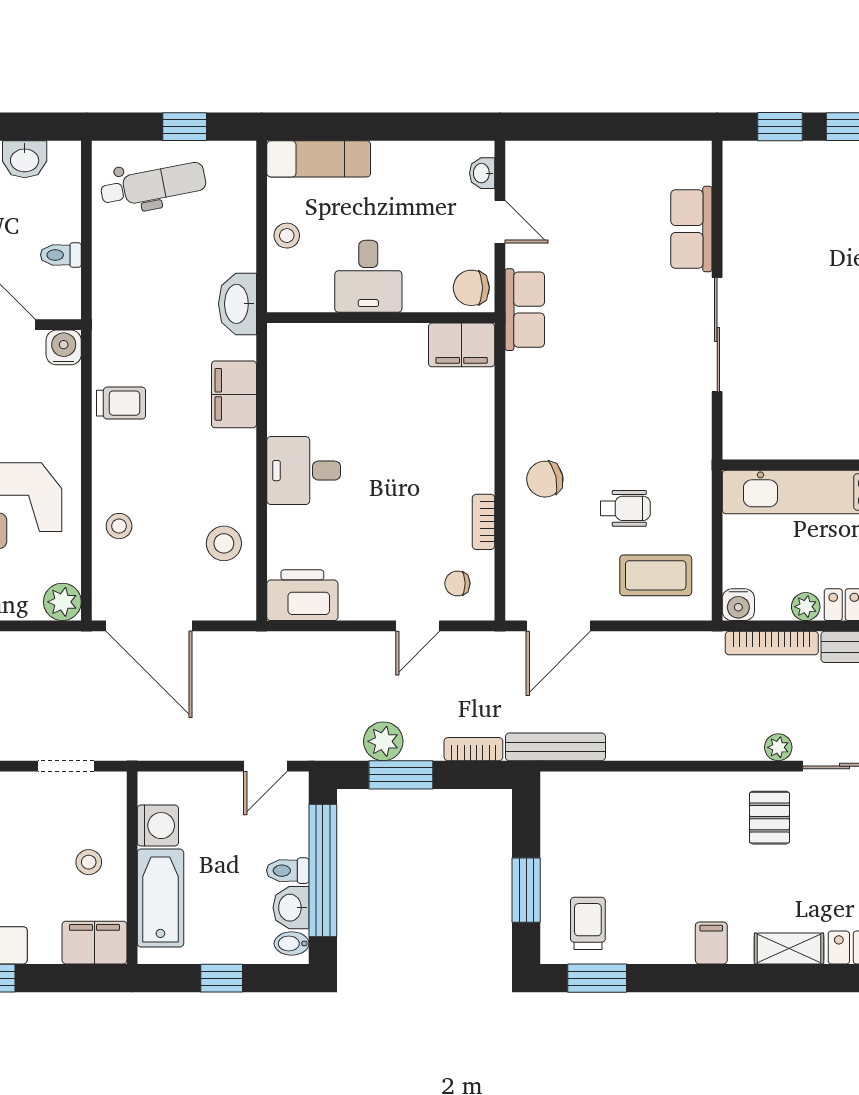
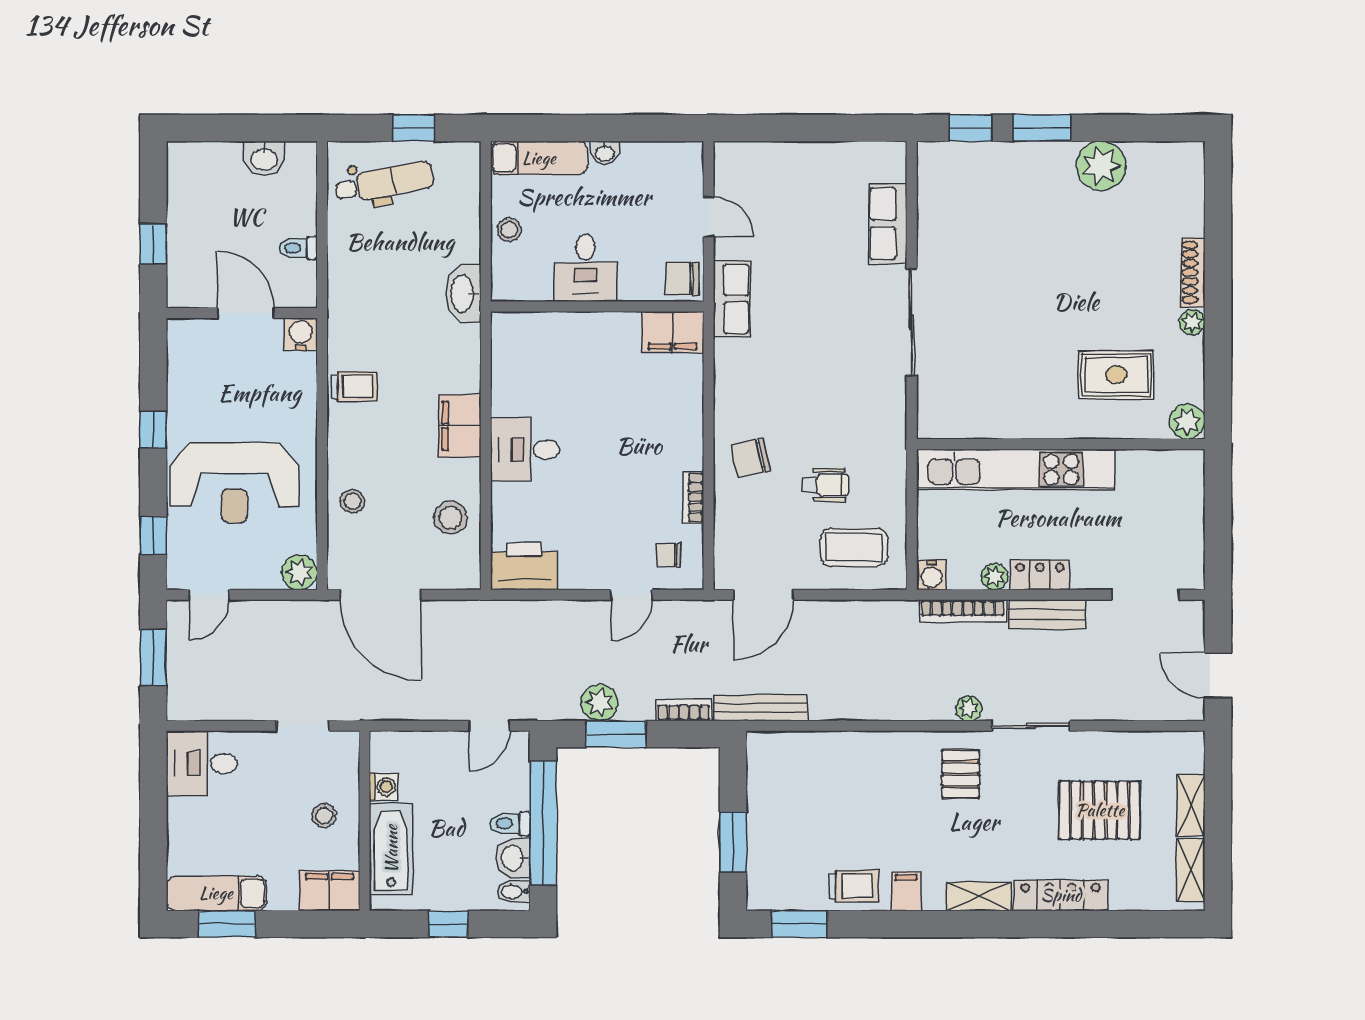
washbasin: (482, 173) -> (605, 153), moved, turned -90
filing cabinet: (234, 394) -> (460, 426), moved
washing machine: (158, 826) -> (383, 787), width x0.73, depth x0.73
trolley: (588, 923) -> (854, 886), moved, turned 90

